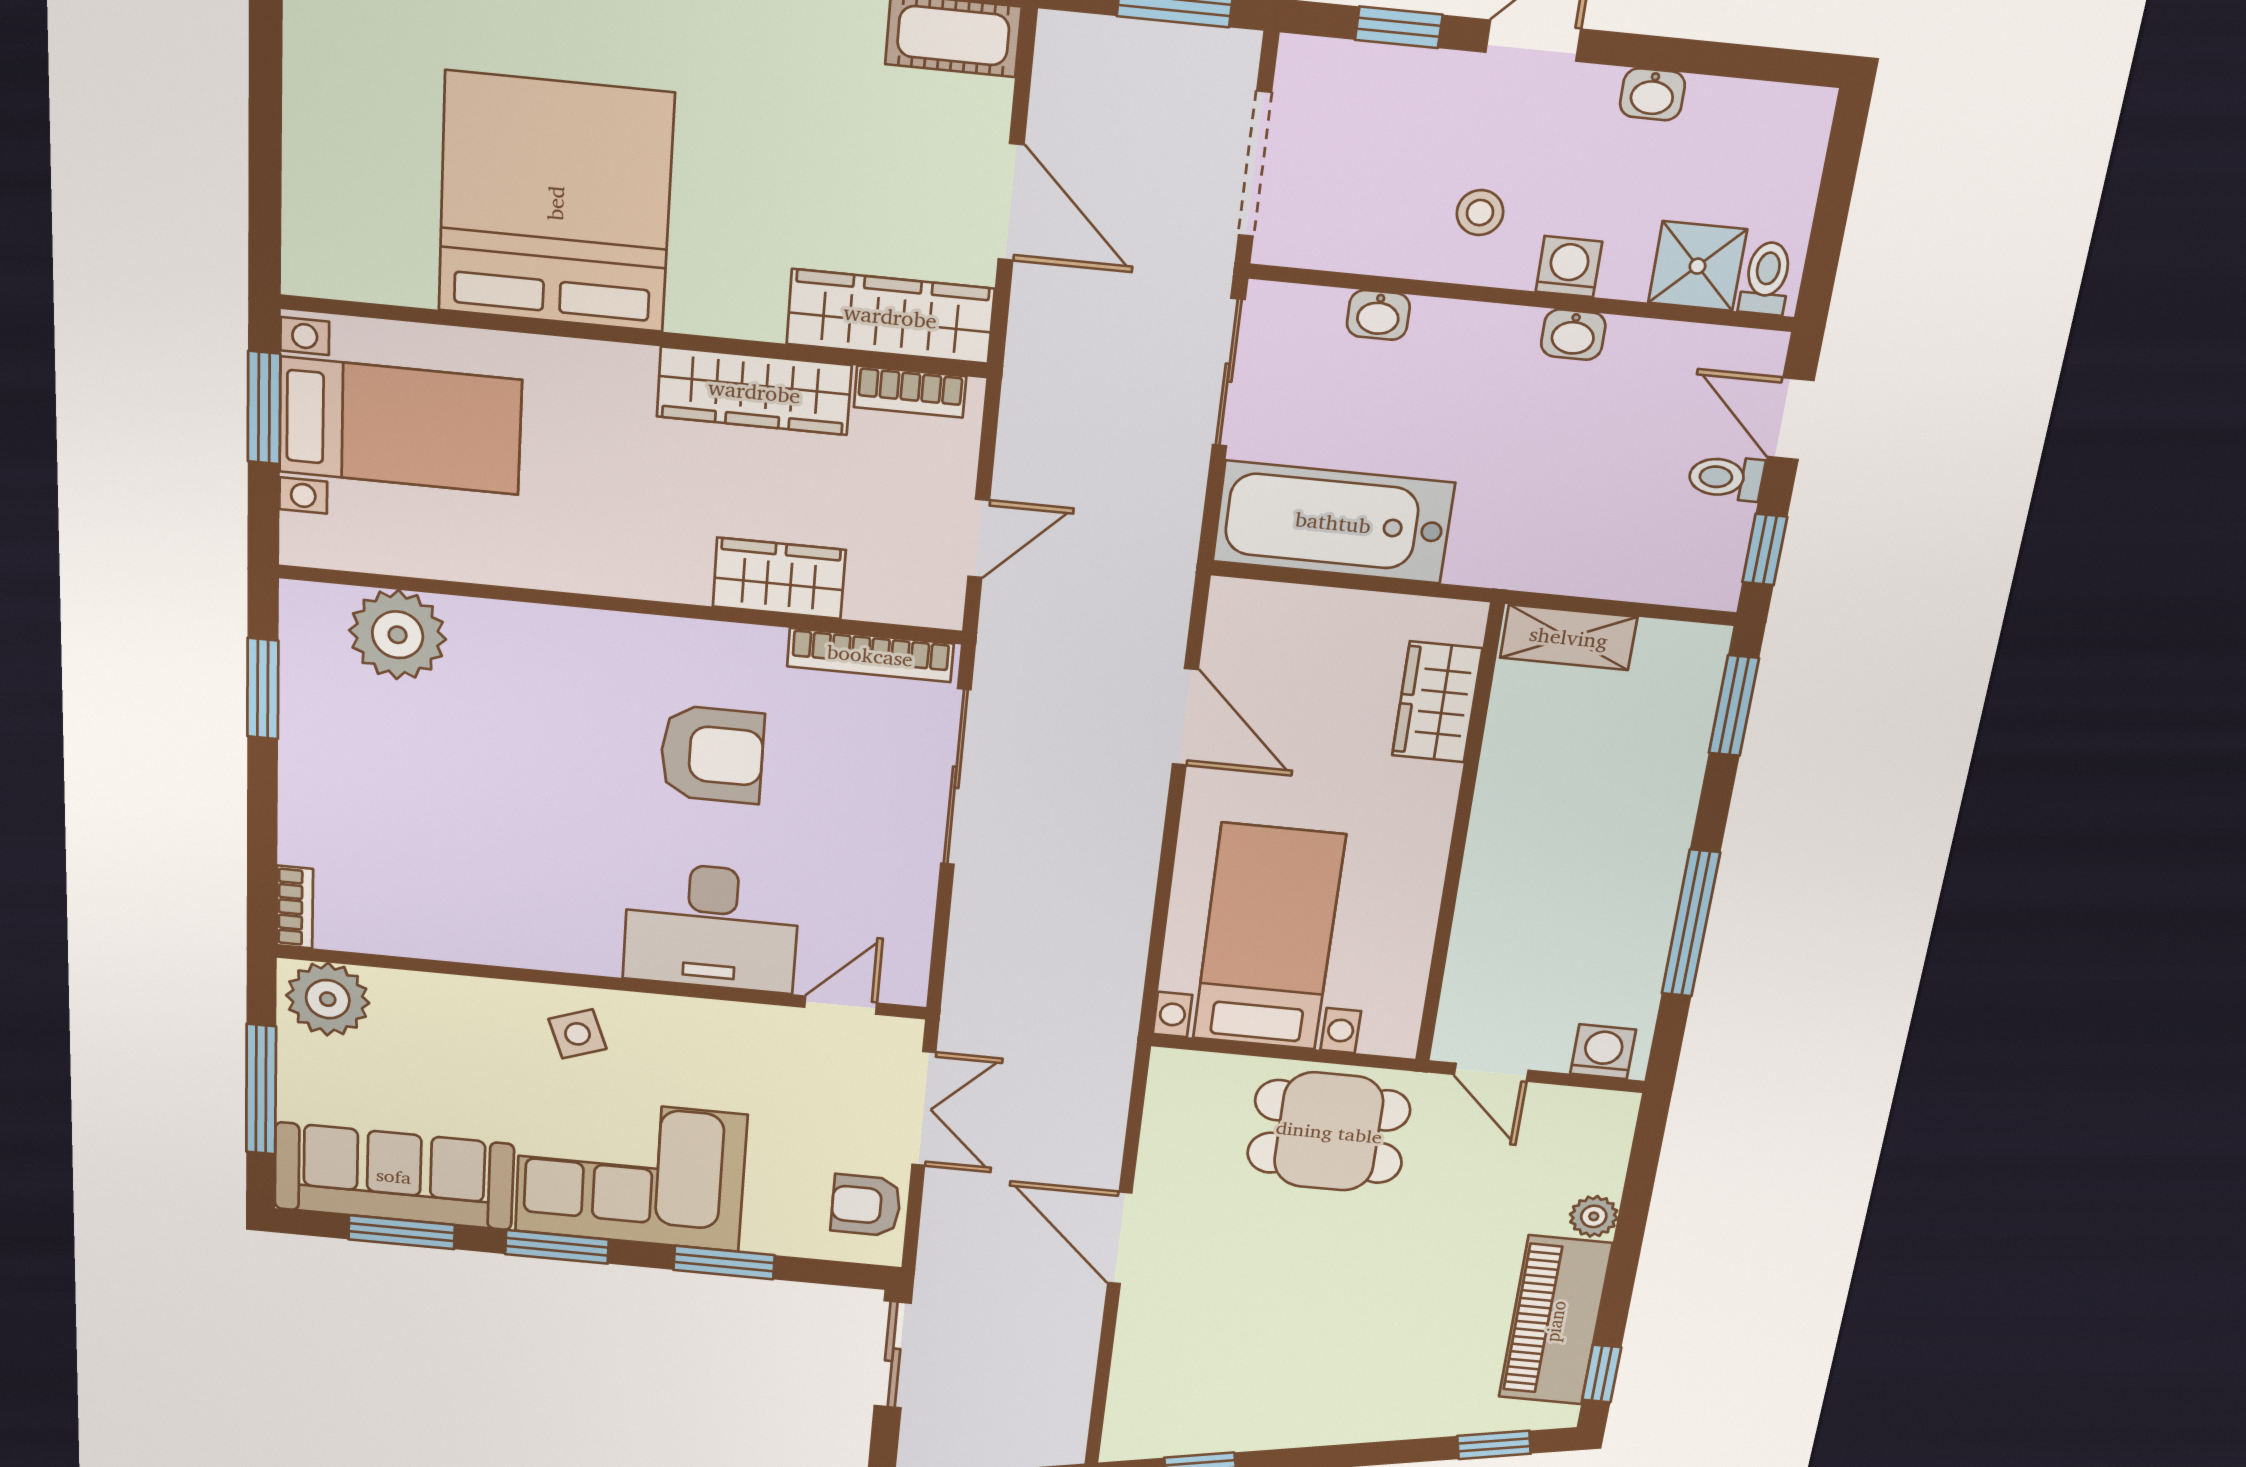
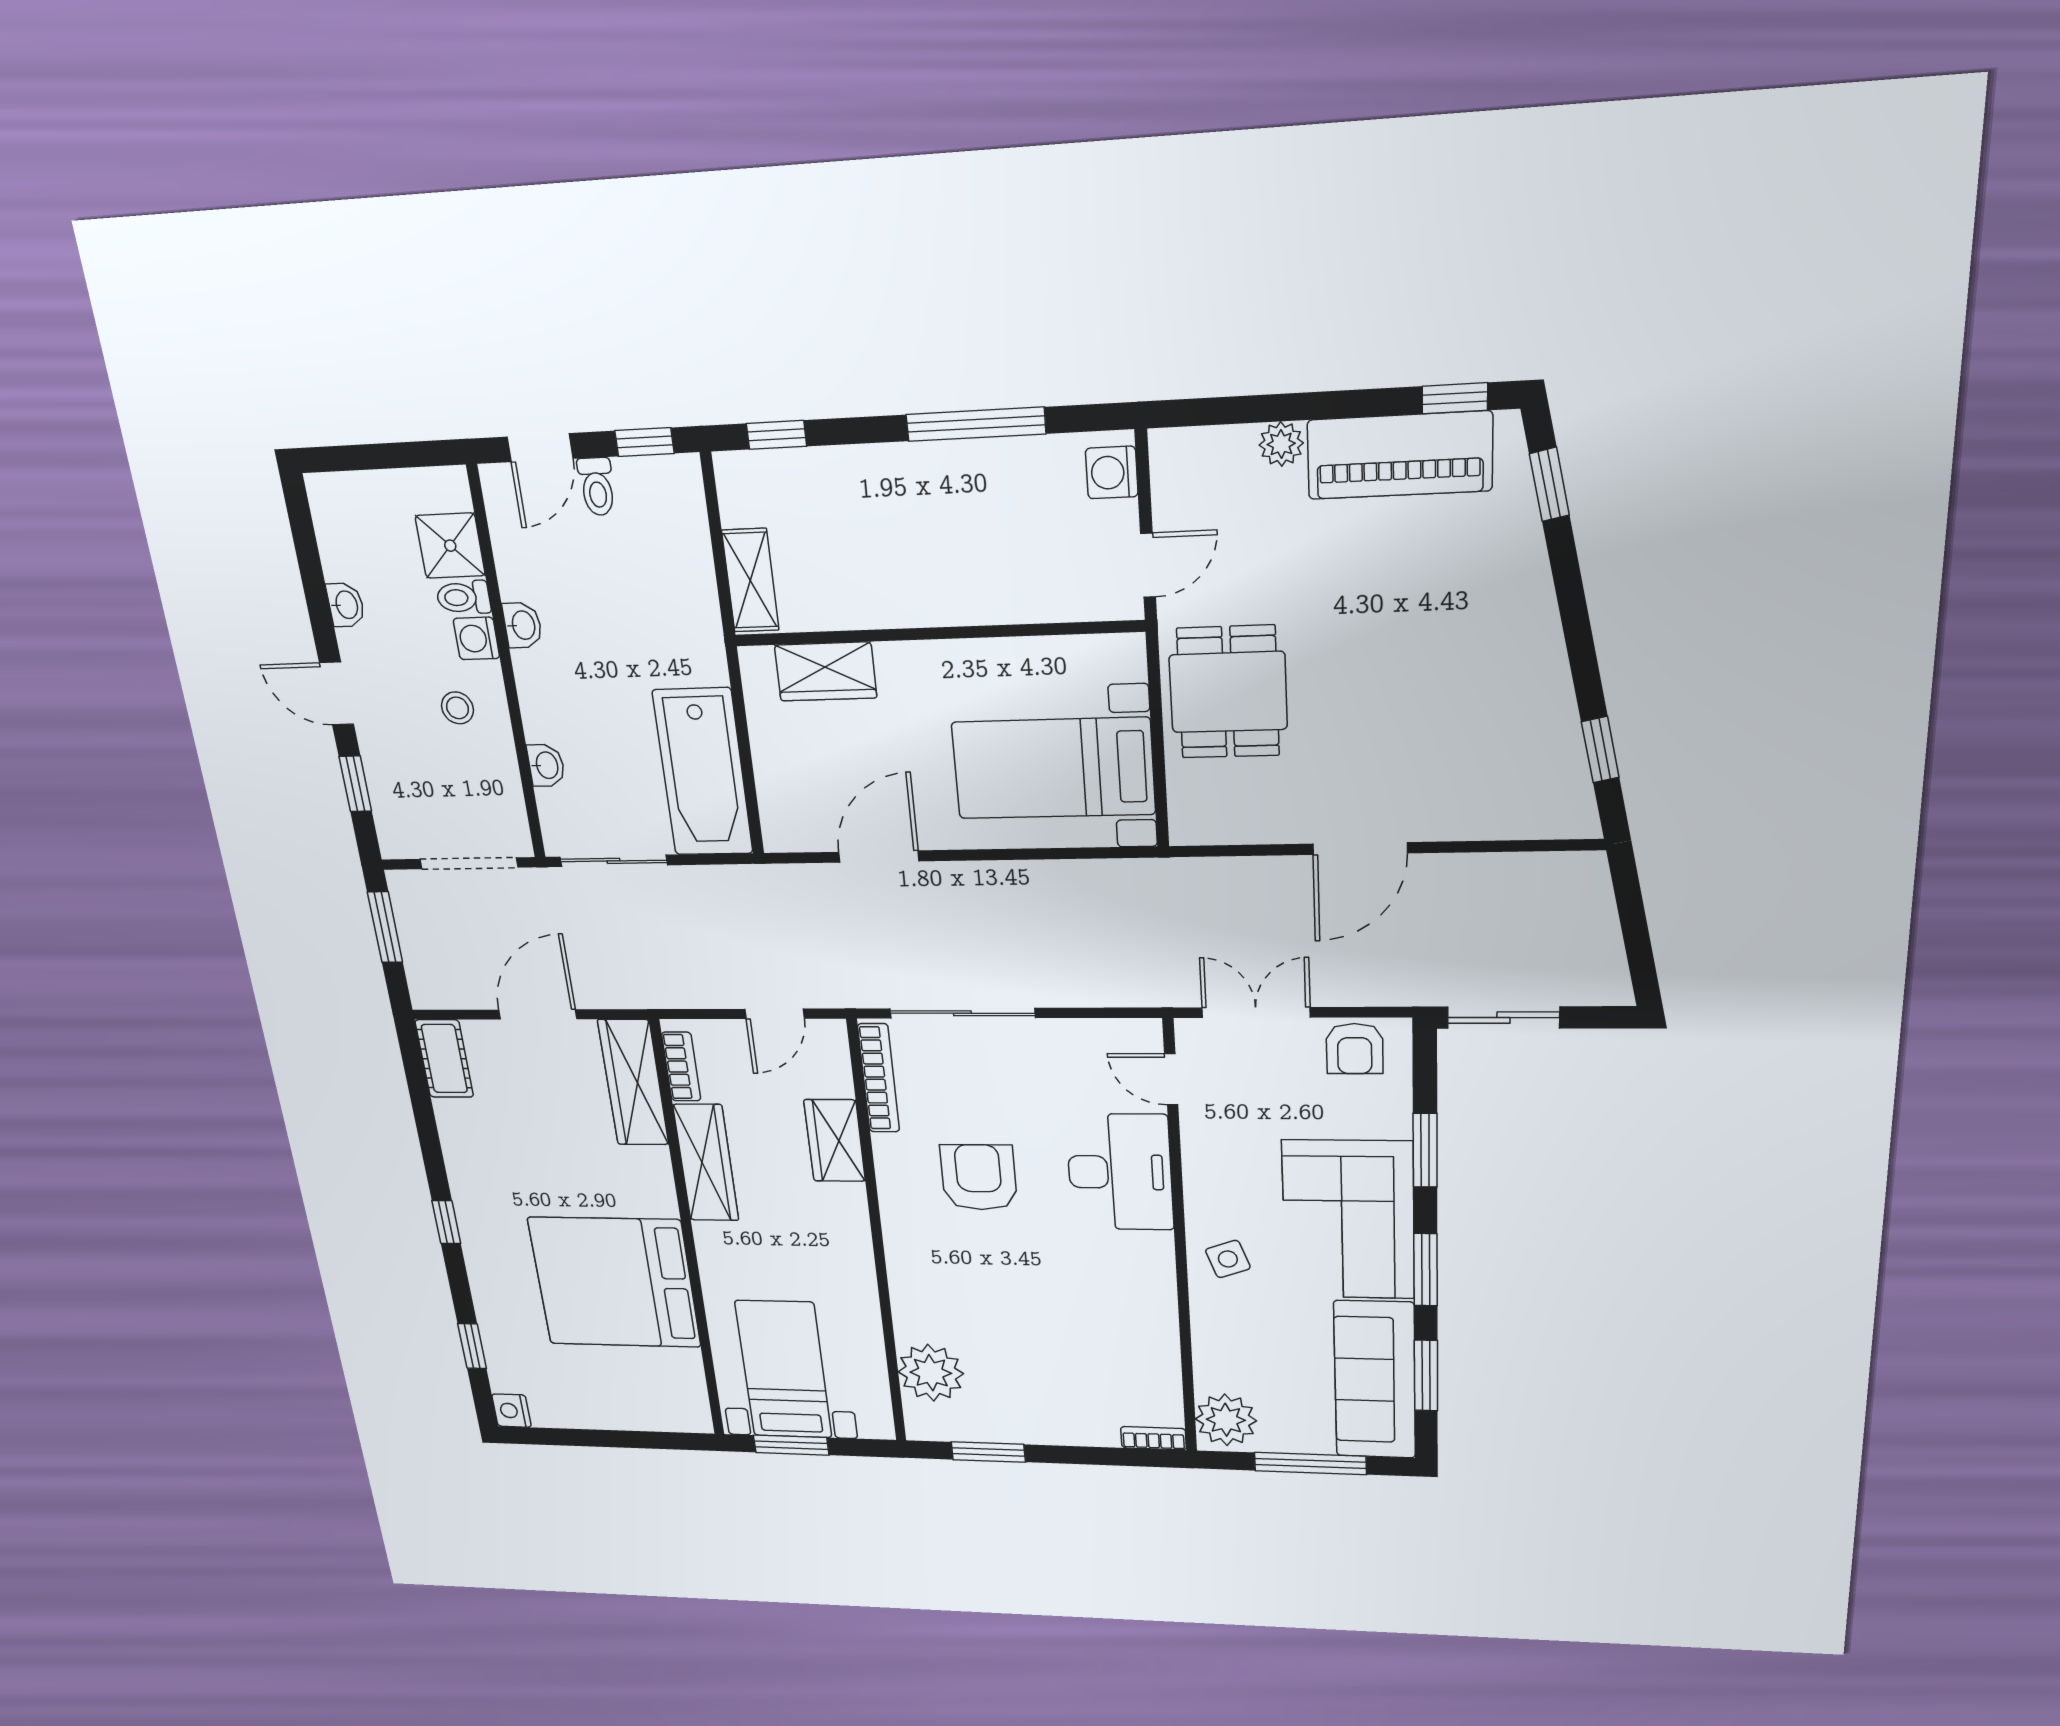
toilet: (1766, 278) -> (463, 597), moved
door: (979, 539) -> (775, 1014), swing flipped
window: (1734, 706) -> (777, 435), width x0.67

